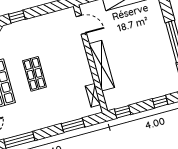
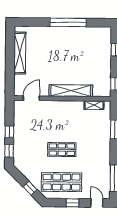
window: (38, 11) -> (9, 132), added

